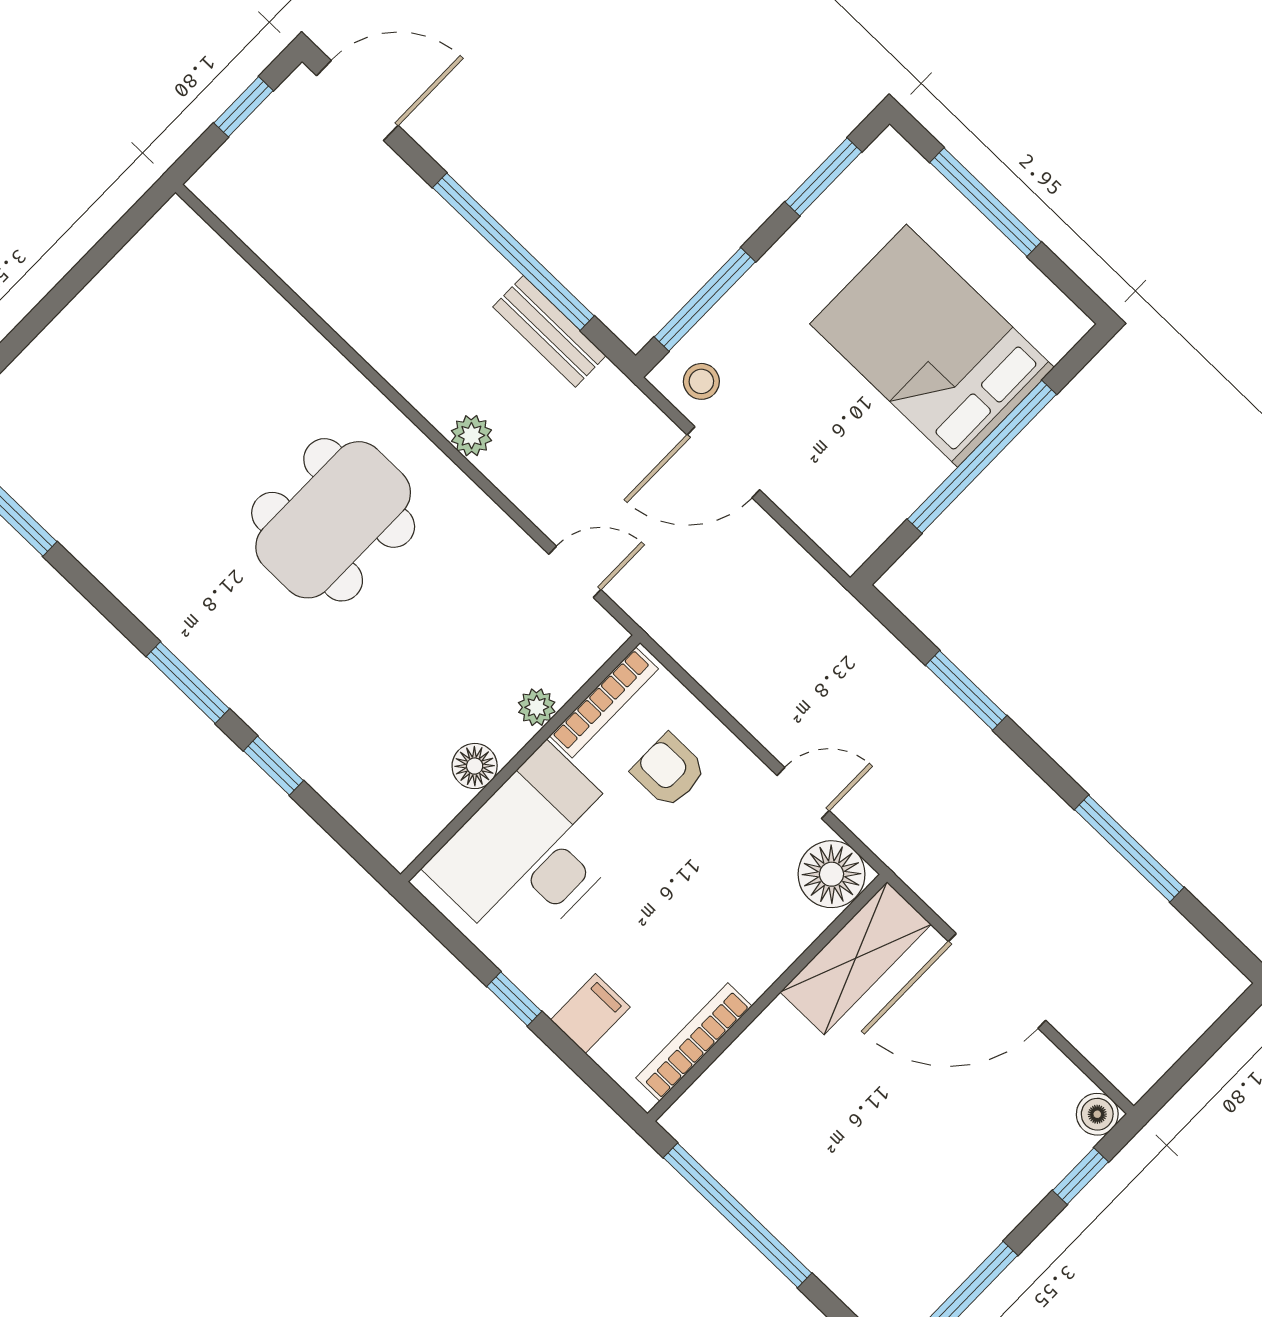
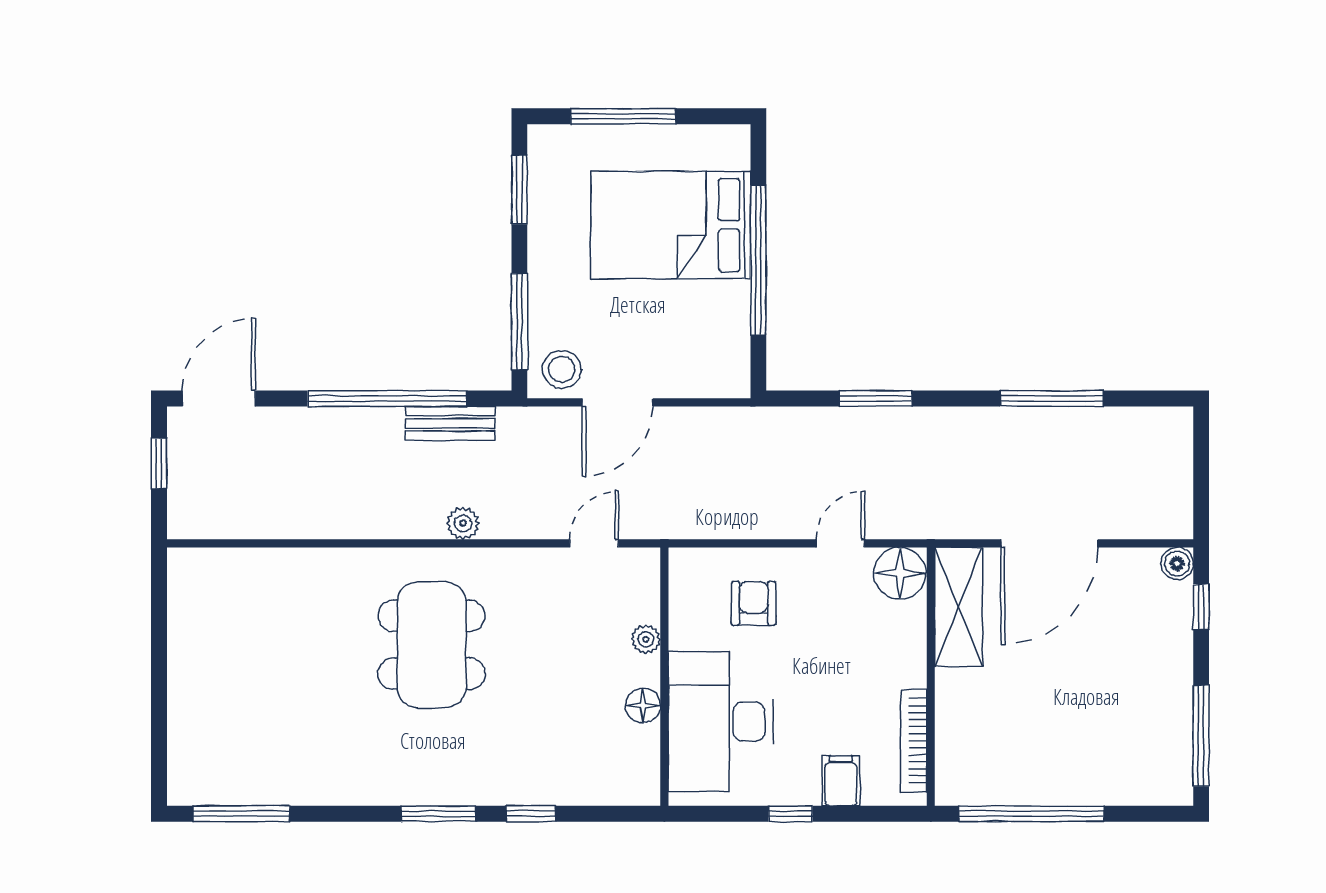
stool: (701, 381) -> (562, 369), width x1.37, depth x1.37
bookcase: (604, 702) -> (681, 600), removed
armchair: (669, 771) -> (754, 603), turned 90

